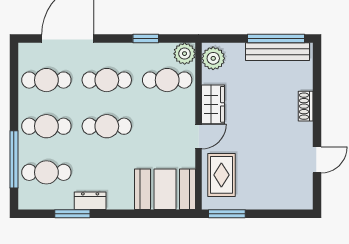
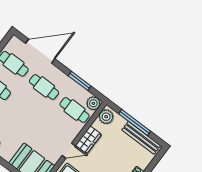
window: (146, 39) -> (80, 81), width x1.50
window: (276, 39) -> (135, 123), moved
cafe table: (107, 126) -> (26, 110), removed

